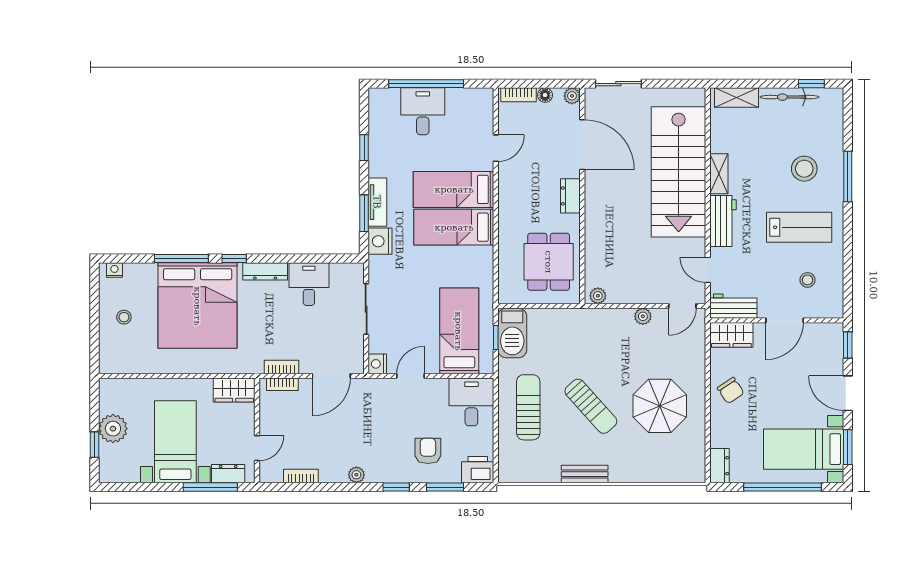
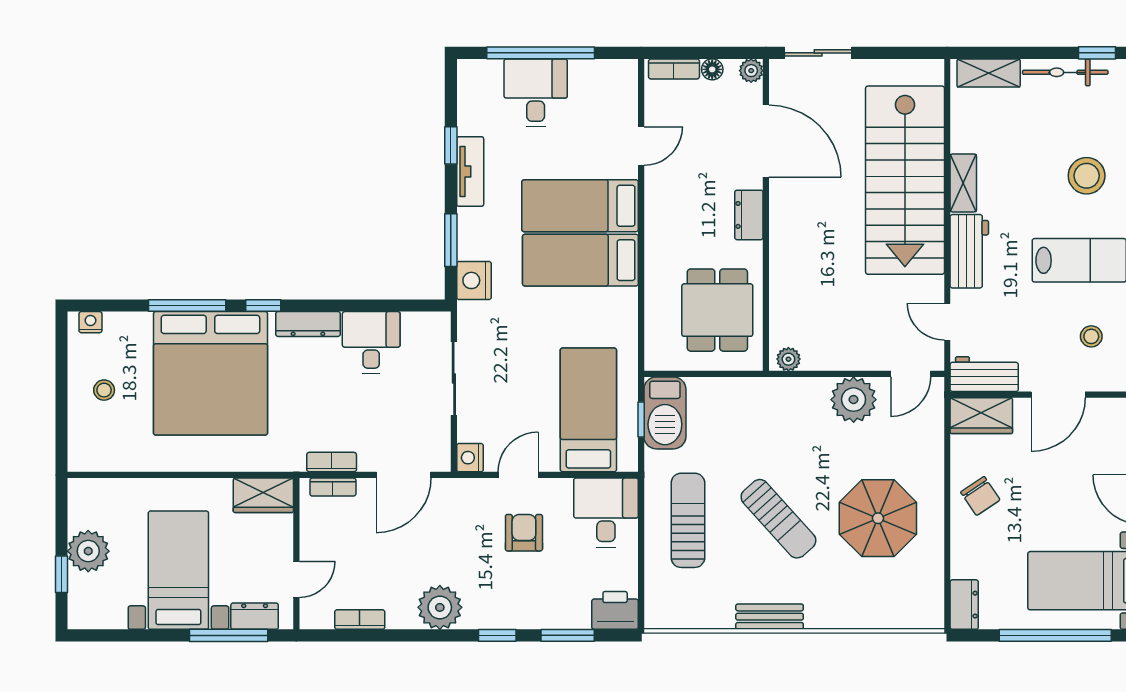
tv unit: (377, 202) -> (470, 172), moved
plant: (643, 316) -> (854, 400), width x1.87, depth x1.87
armchair: (428, 451) -> (524, 533), moved
plant: (356, 475) -> (440, 607), width x1.88, depth x1.88

